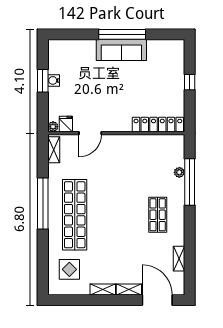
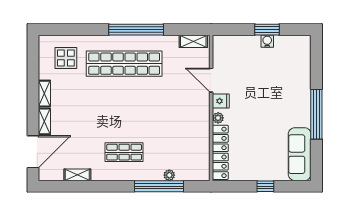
sofa: (121, 50) -> (300, 154), moved
fridge: (66, 124) -> (221, 101), moved
plant: (53, 127) -> (218, 118), moved

